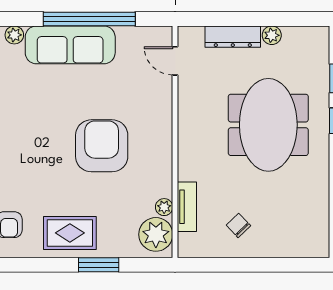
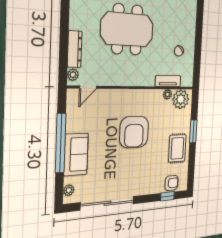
plant: (272, 35) -> (73, 75), moved
sofa: (70, 45) -> (76, 154), width x0.73
armchair: (102, 146) -> (134, 132), turned -90

